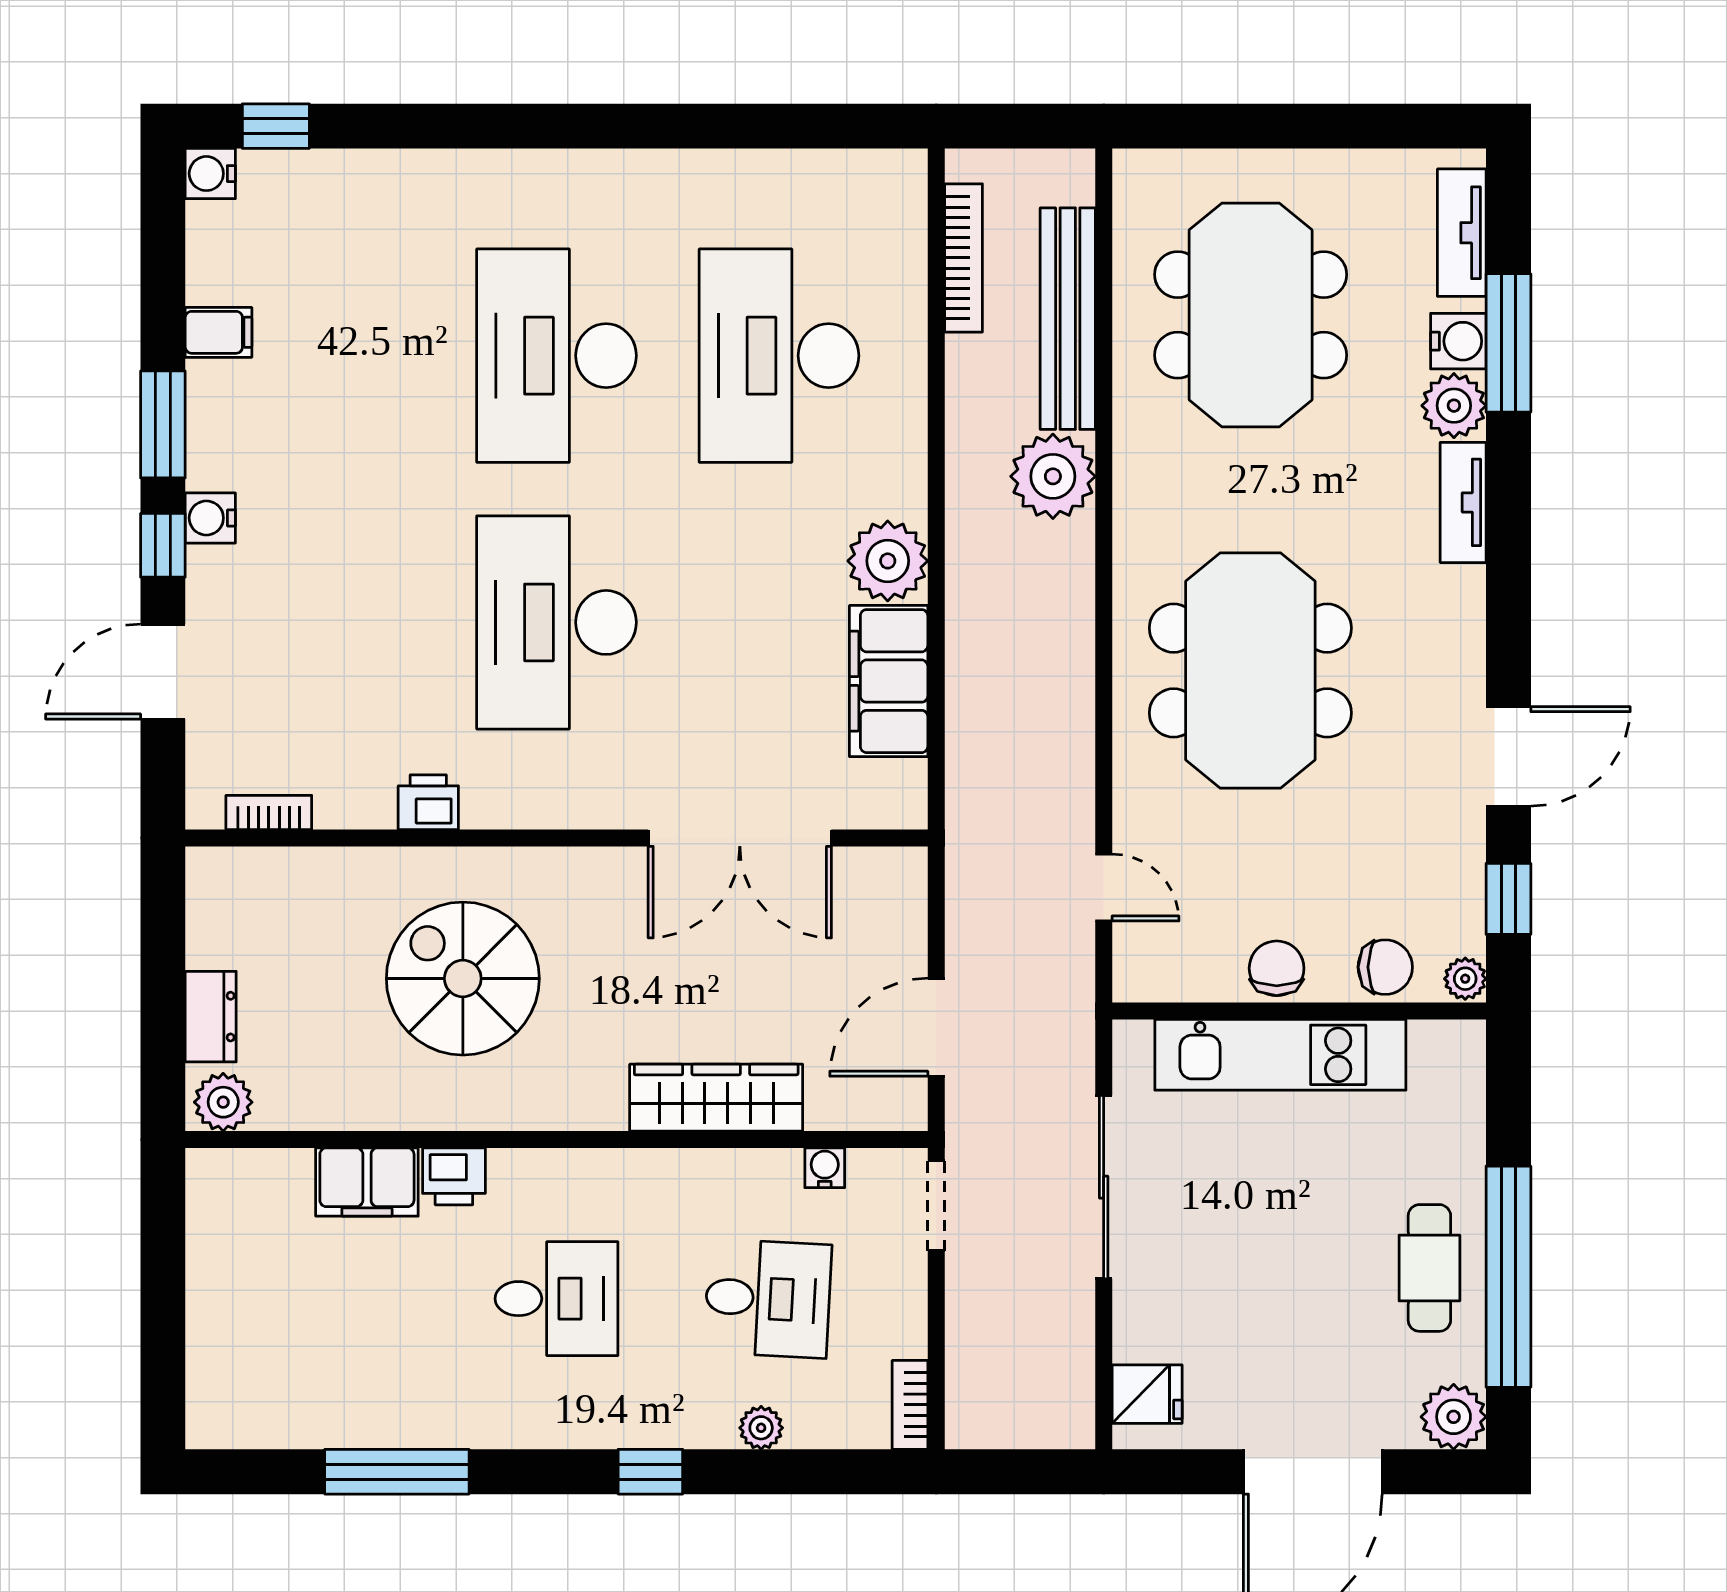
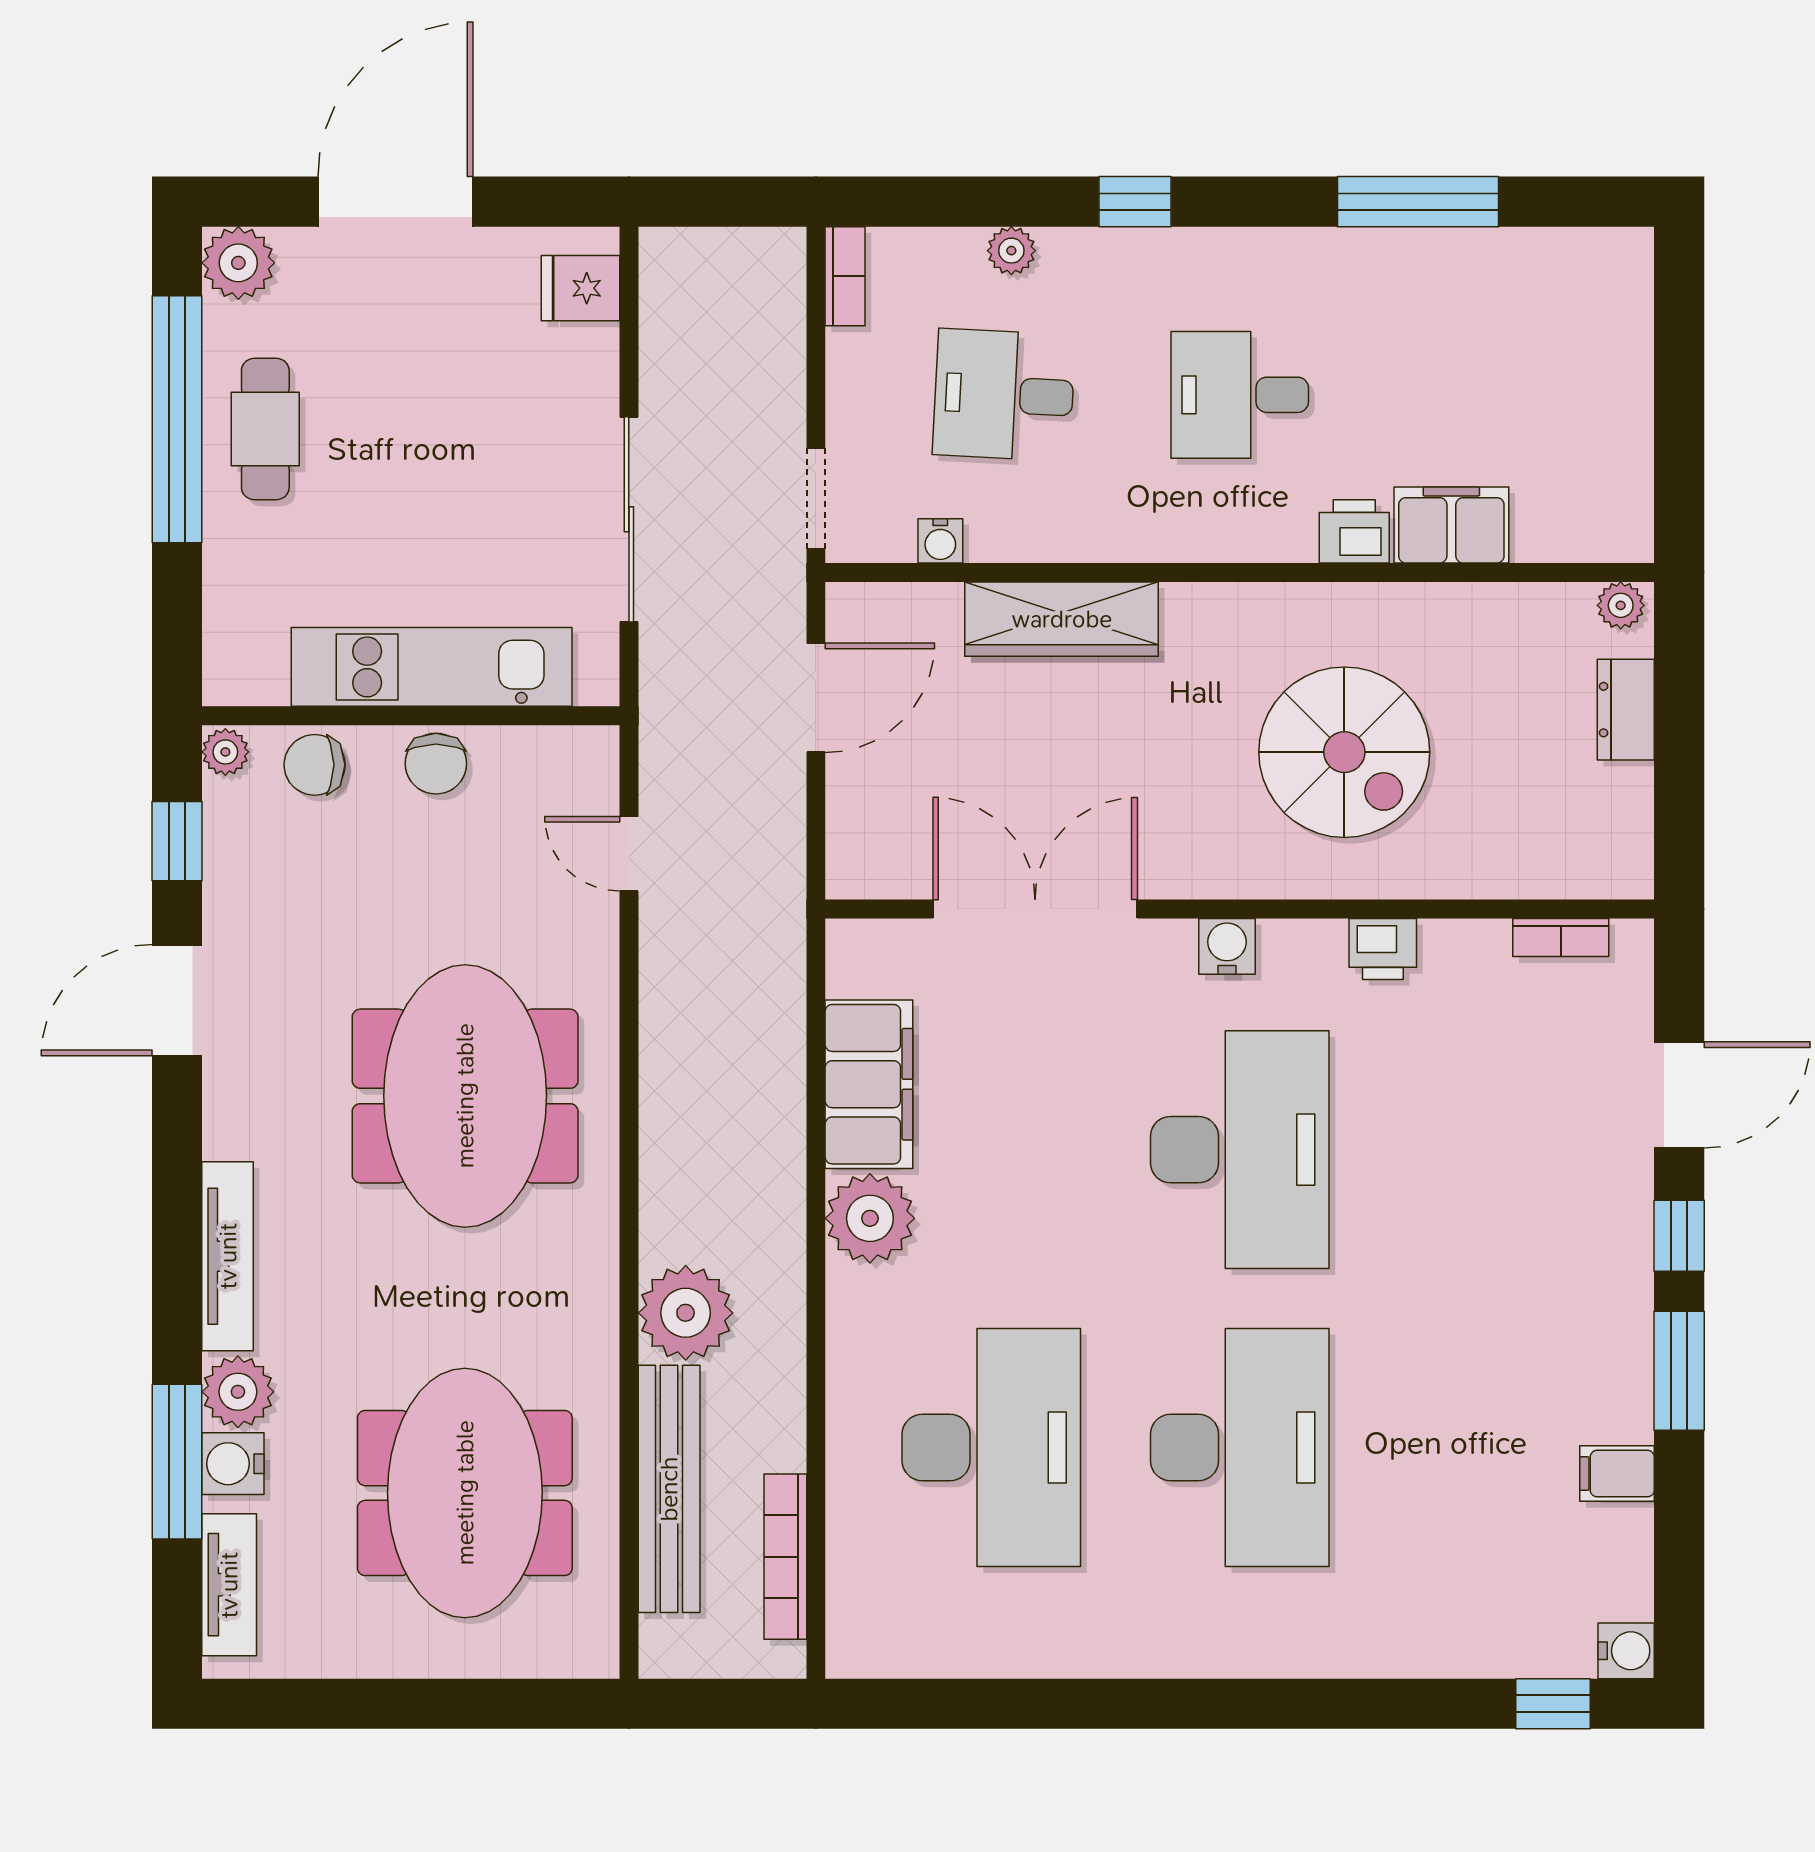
tv unit: (1463, 502) -> (228, 1256), width x1.41
water cooler: (210, 518) -> (1227, 946), moved, turned -90
plant: (223, 1102) -> (1621, 605), width x0.73, depth x0.73

